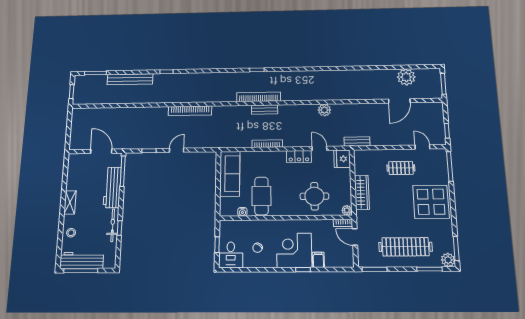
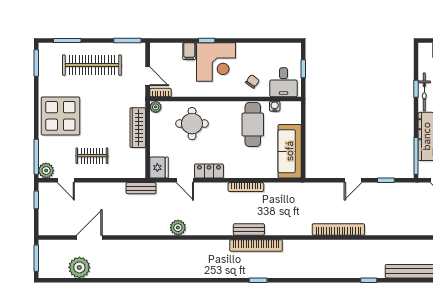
chair: (258, 248) -> (252, 81), moved
desk: (231, 255) -> (284, 82), moved, turned 180
plant: (448, 260) -> (46, 171), moved

